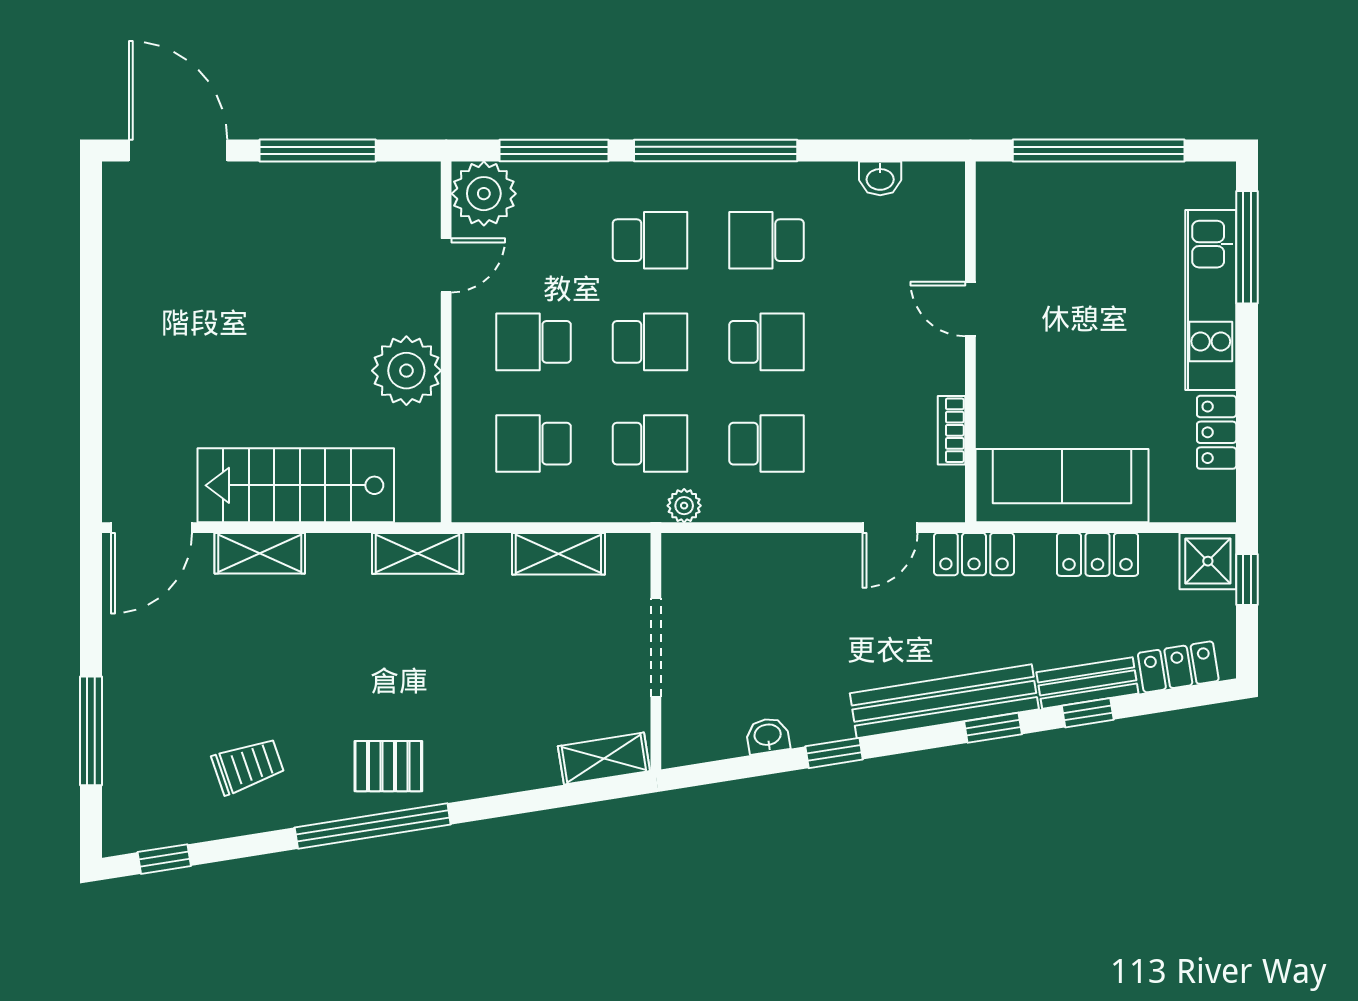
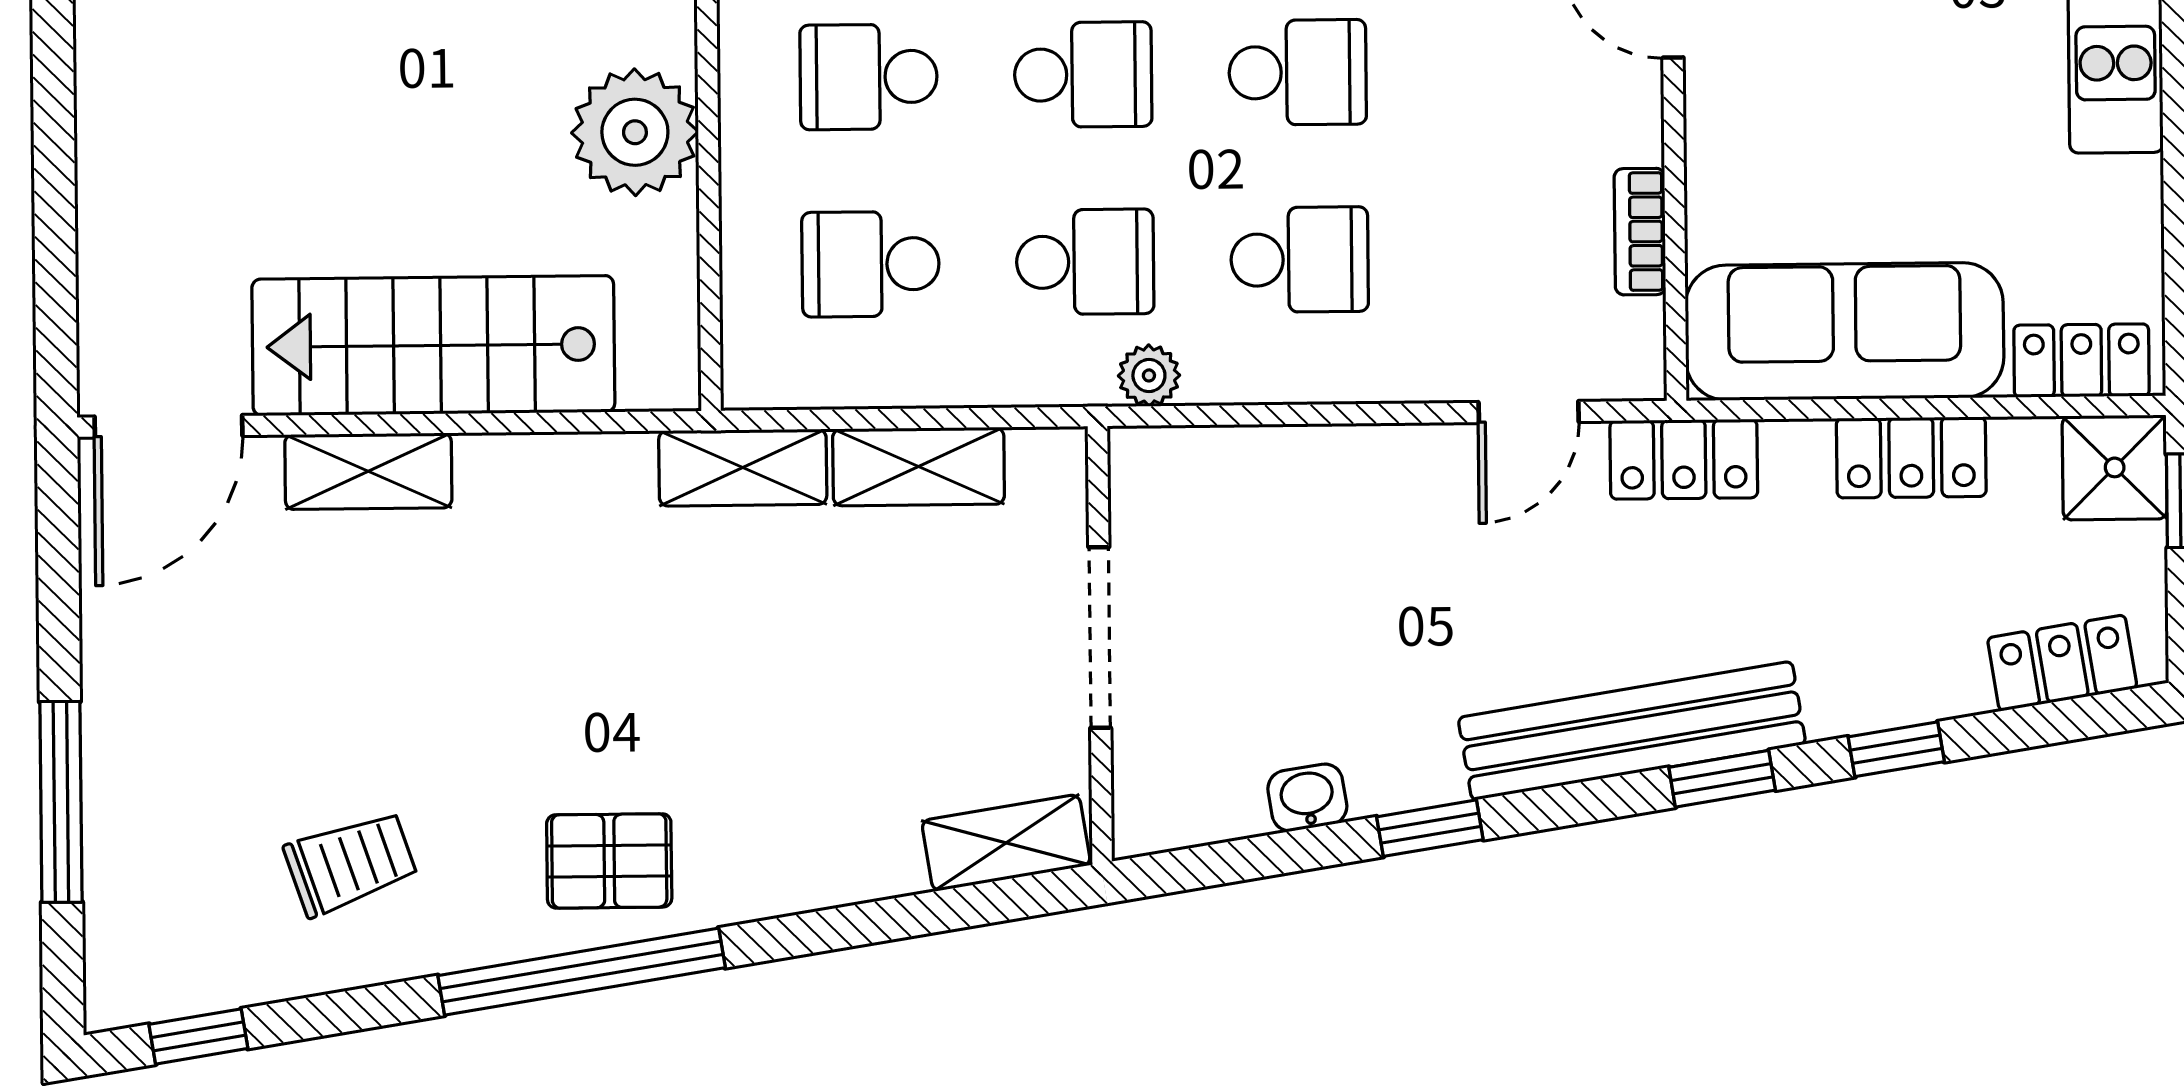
locker: (1217, 432) -> (2081, 361), moved, turned 90
shelving: (418, 553) -> (743, 468), moved
bench: (1087, 683) -> (1895, 694), removed

